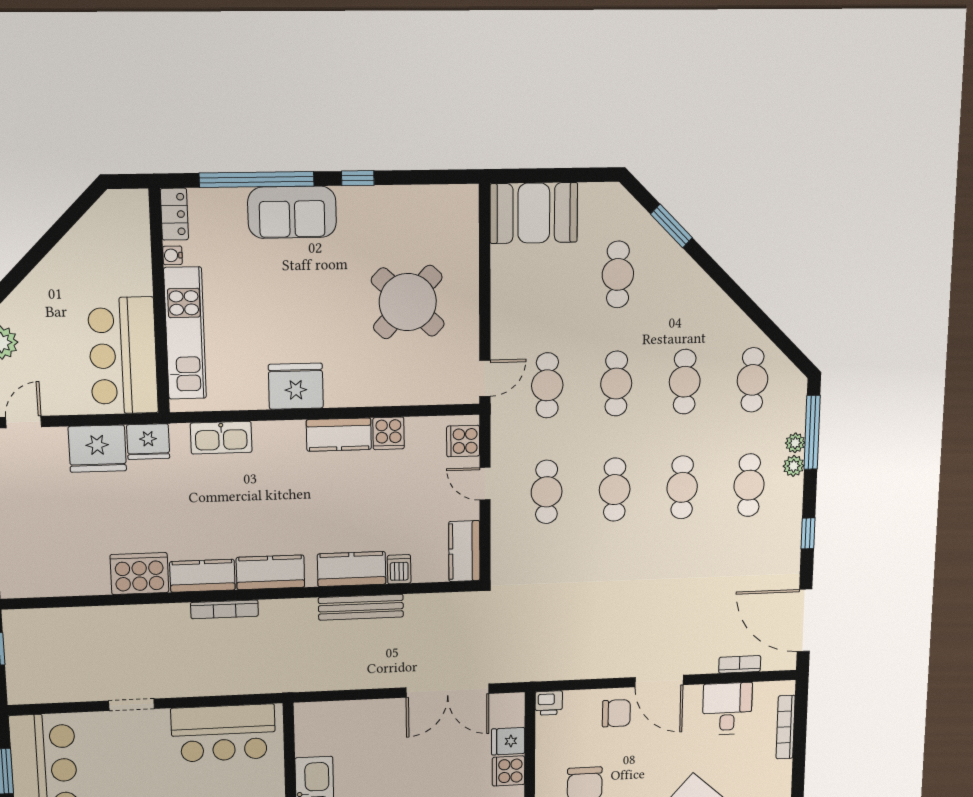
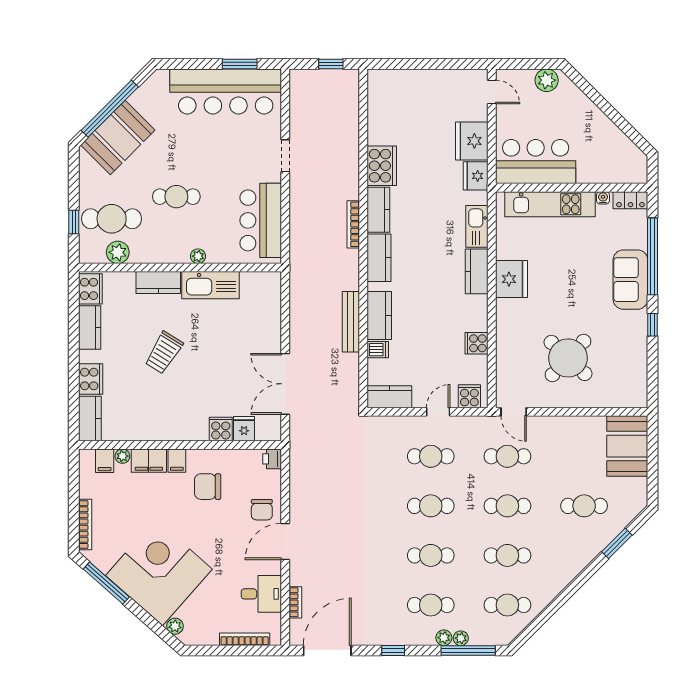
kitchen counter: (339, 435) -> (477, 271), moved

